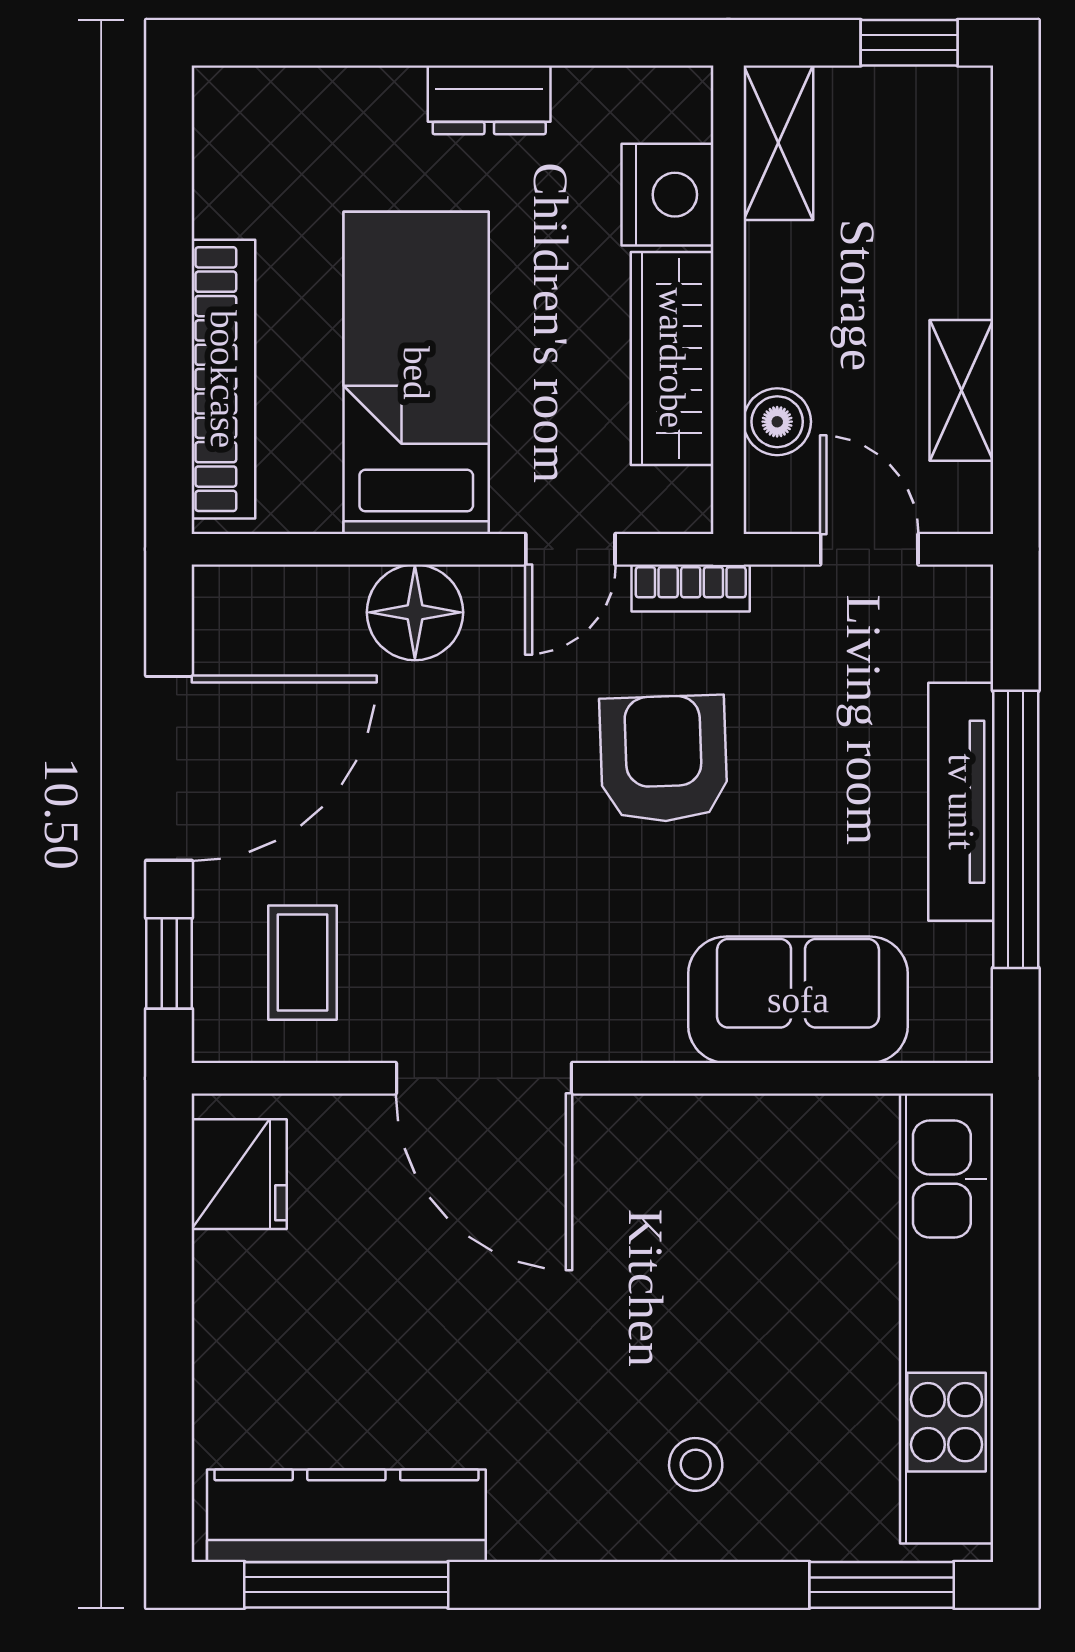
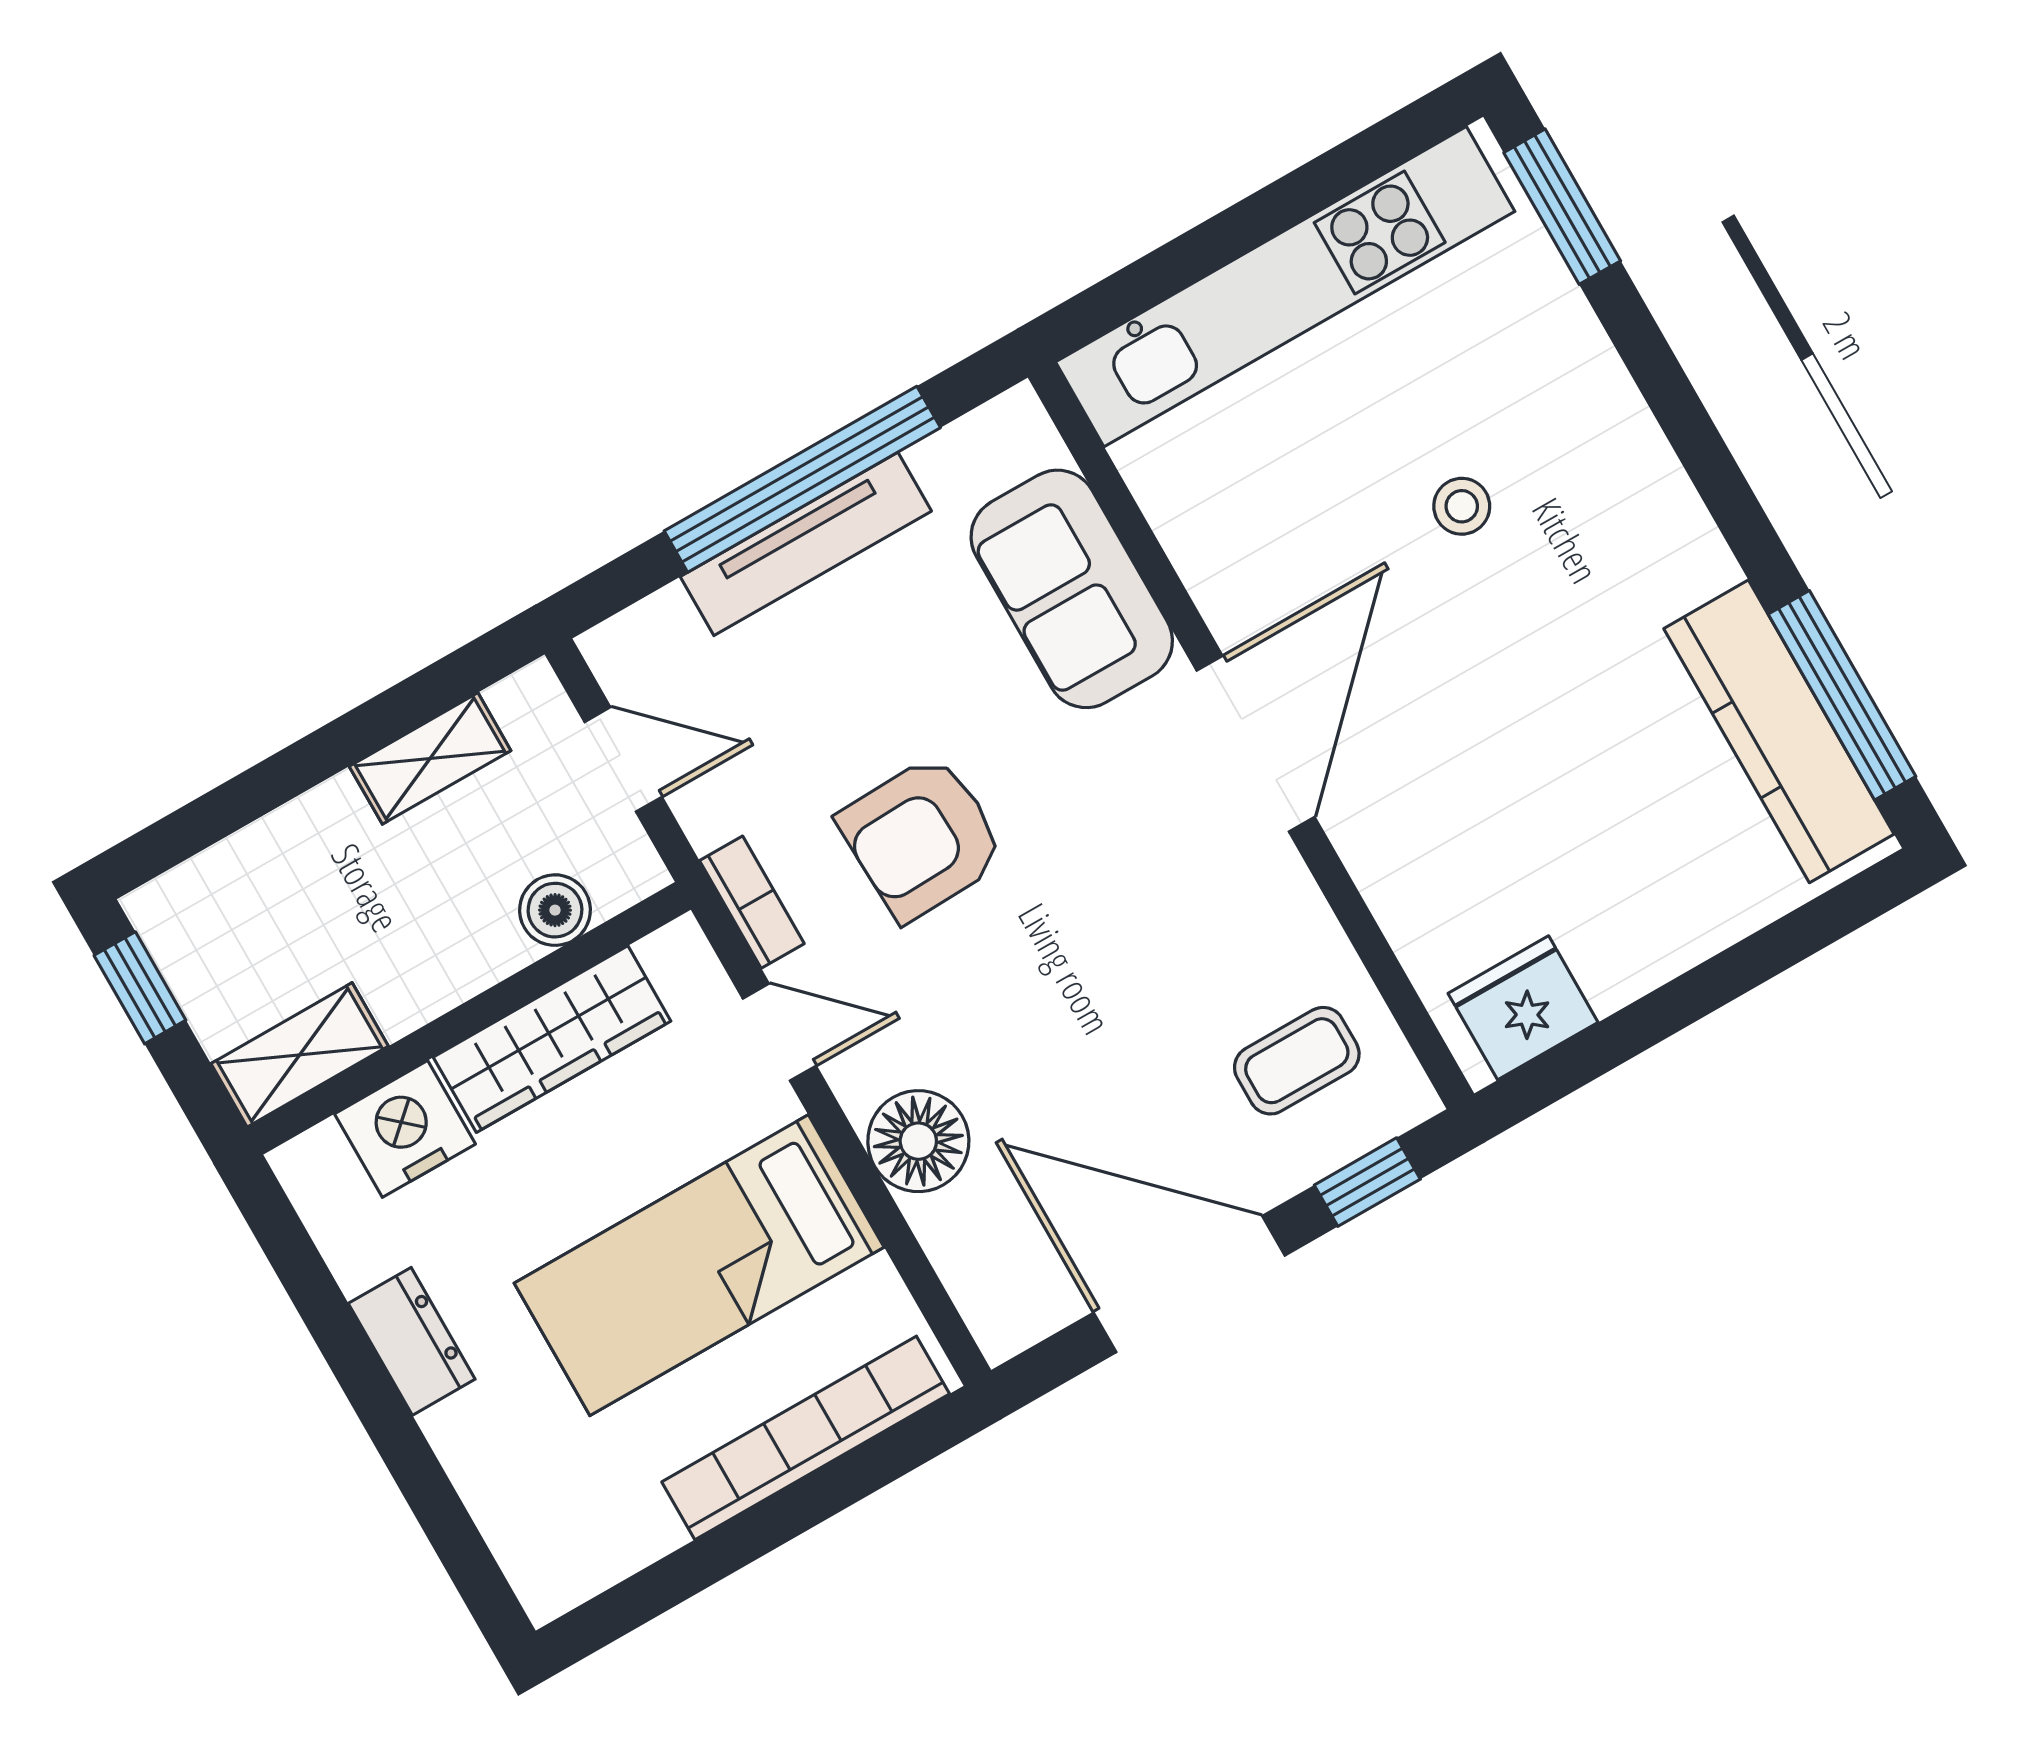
door: (869, 549) -> (623, 759), swing flipped
door: (484, 1078) -> (1256, 744), moved
stool: (696, 1464) -> (1462, 506), moved

